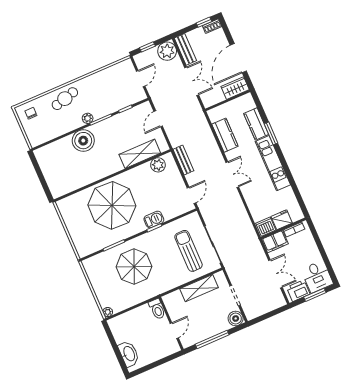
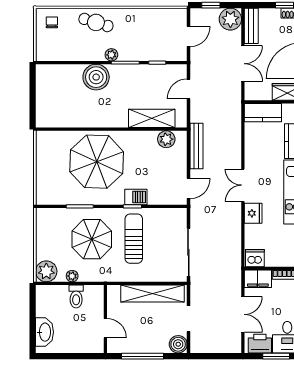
cafe table: (65, 99) -> (96, 22), turned 32
kitchen counter: (225, 135) -> (263, 113), moved, turned 90
bench: (183, 160) -> (196, 146), width x1.36
double door: (232, 175) -> (243, 185), swing flipped
fridge: (282, 220) -> (253, 213), moved, turned 90
sun lounger: (189, 251) -> (134, 239), moved
shelving: (199, 288) -> (153, 294), width x1.47
plant: (131, 302) -> (72, 276), added
toilet: (157, 309) -> (76, 297), moved
plant: (108, 312) -> (46, 271), width x1.87, depth x1.87
door: (174, 331) -> (105, 328), hinge flipped

